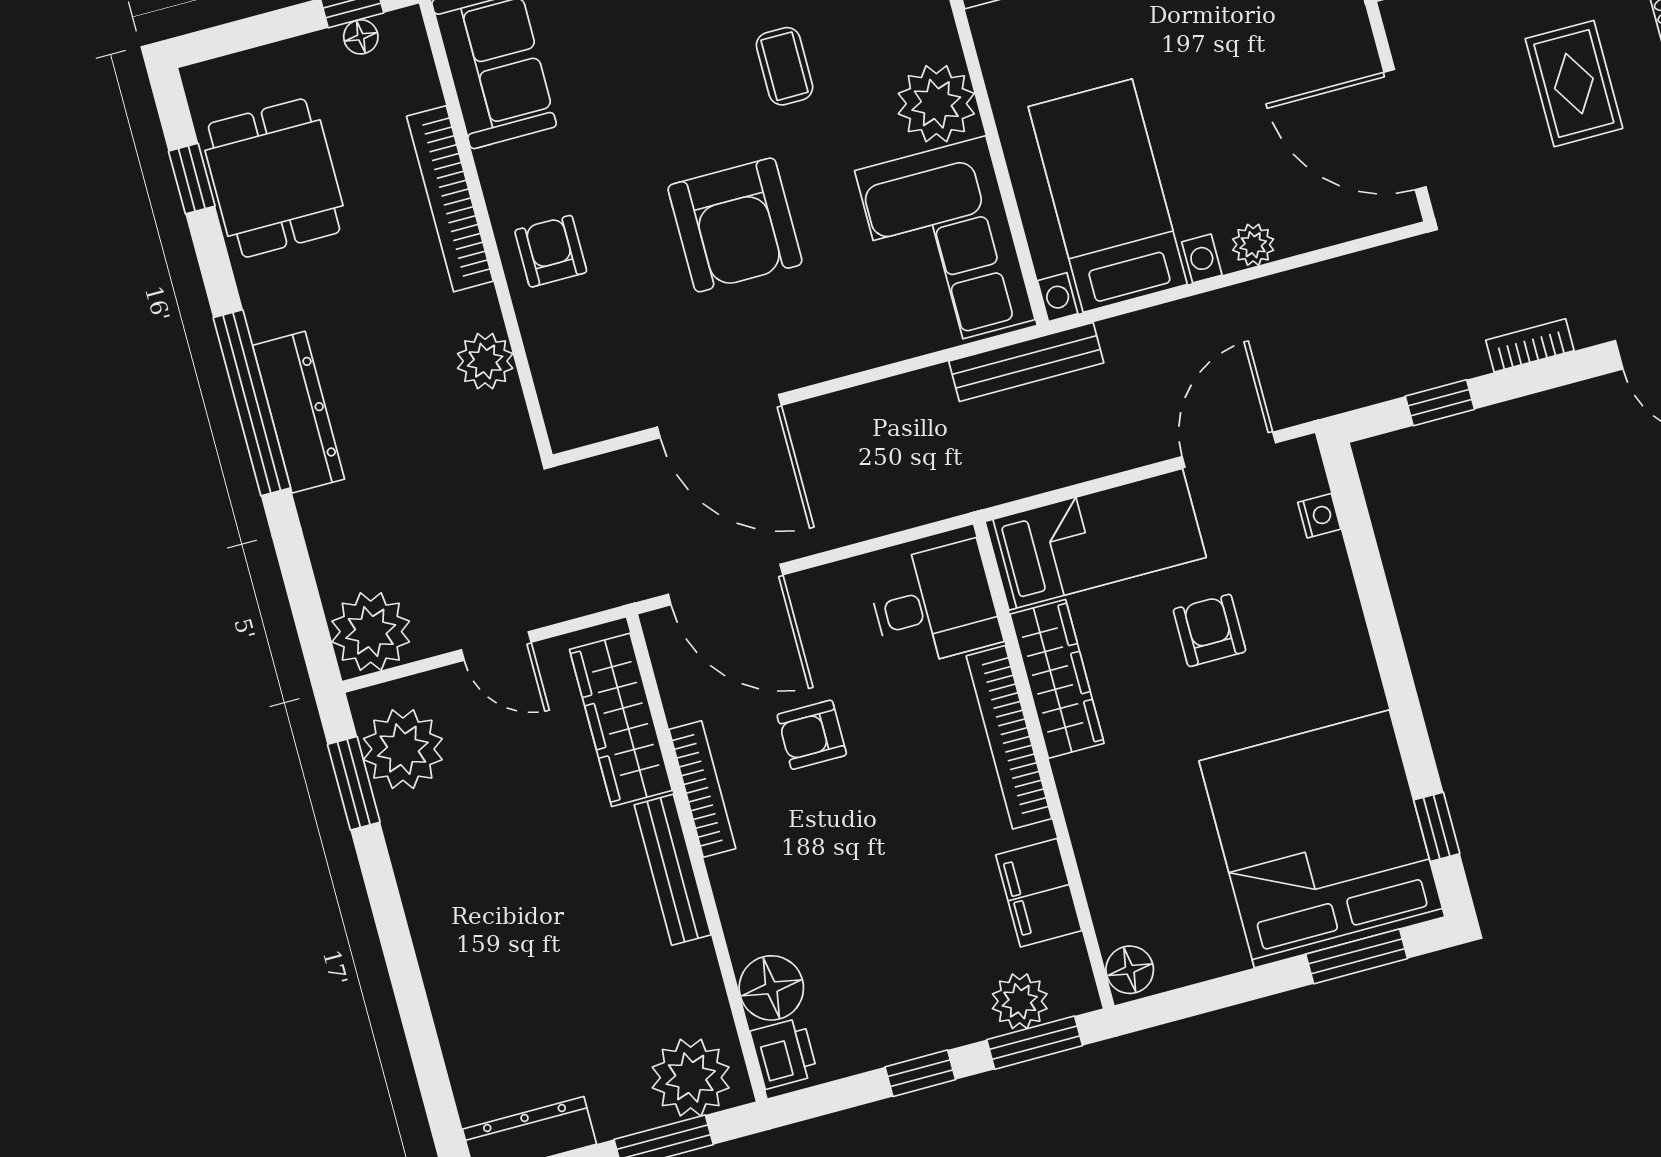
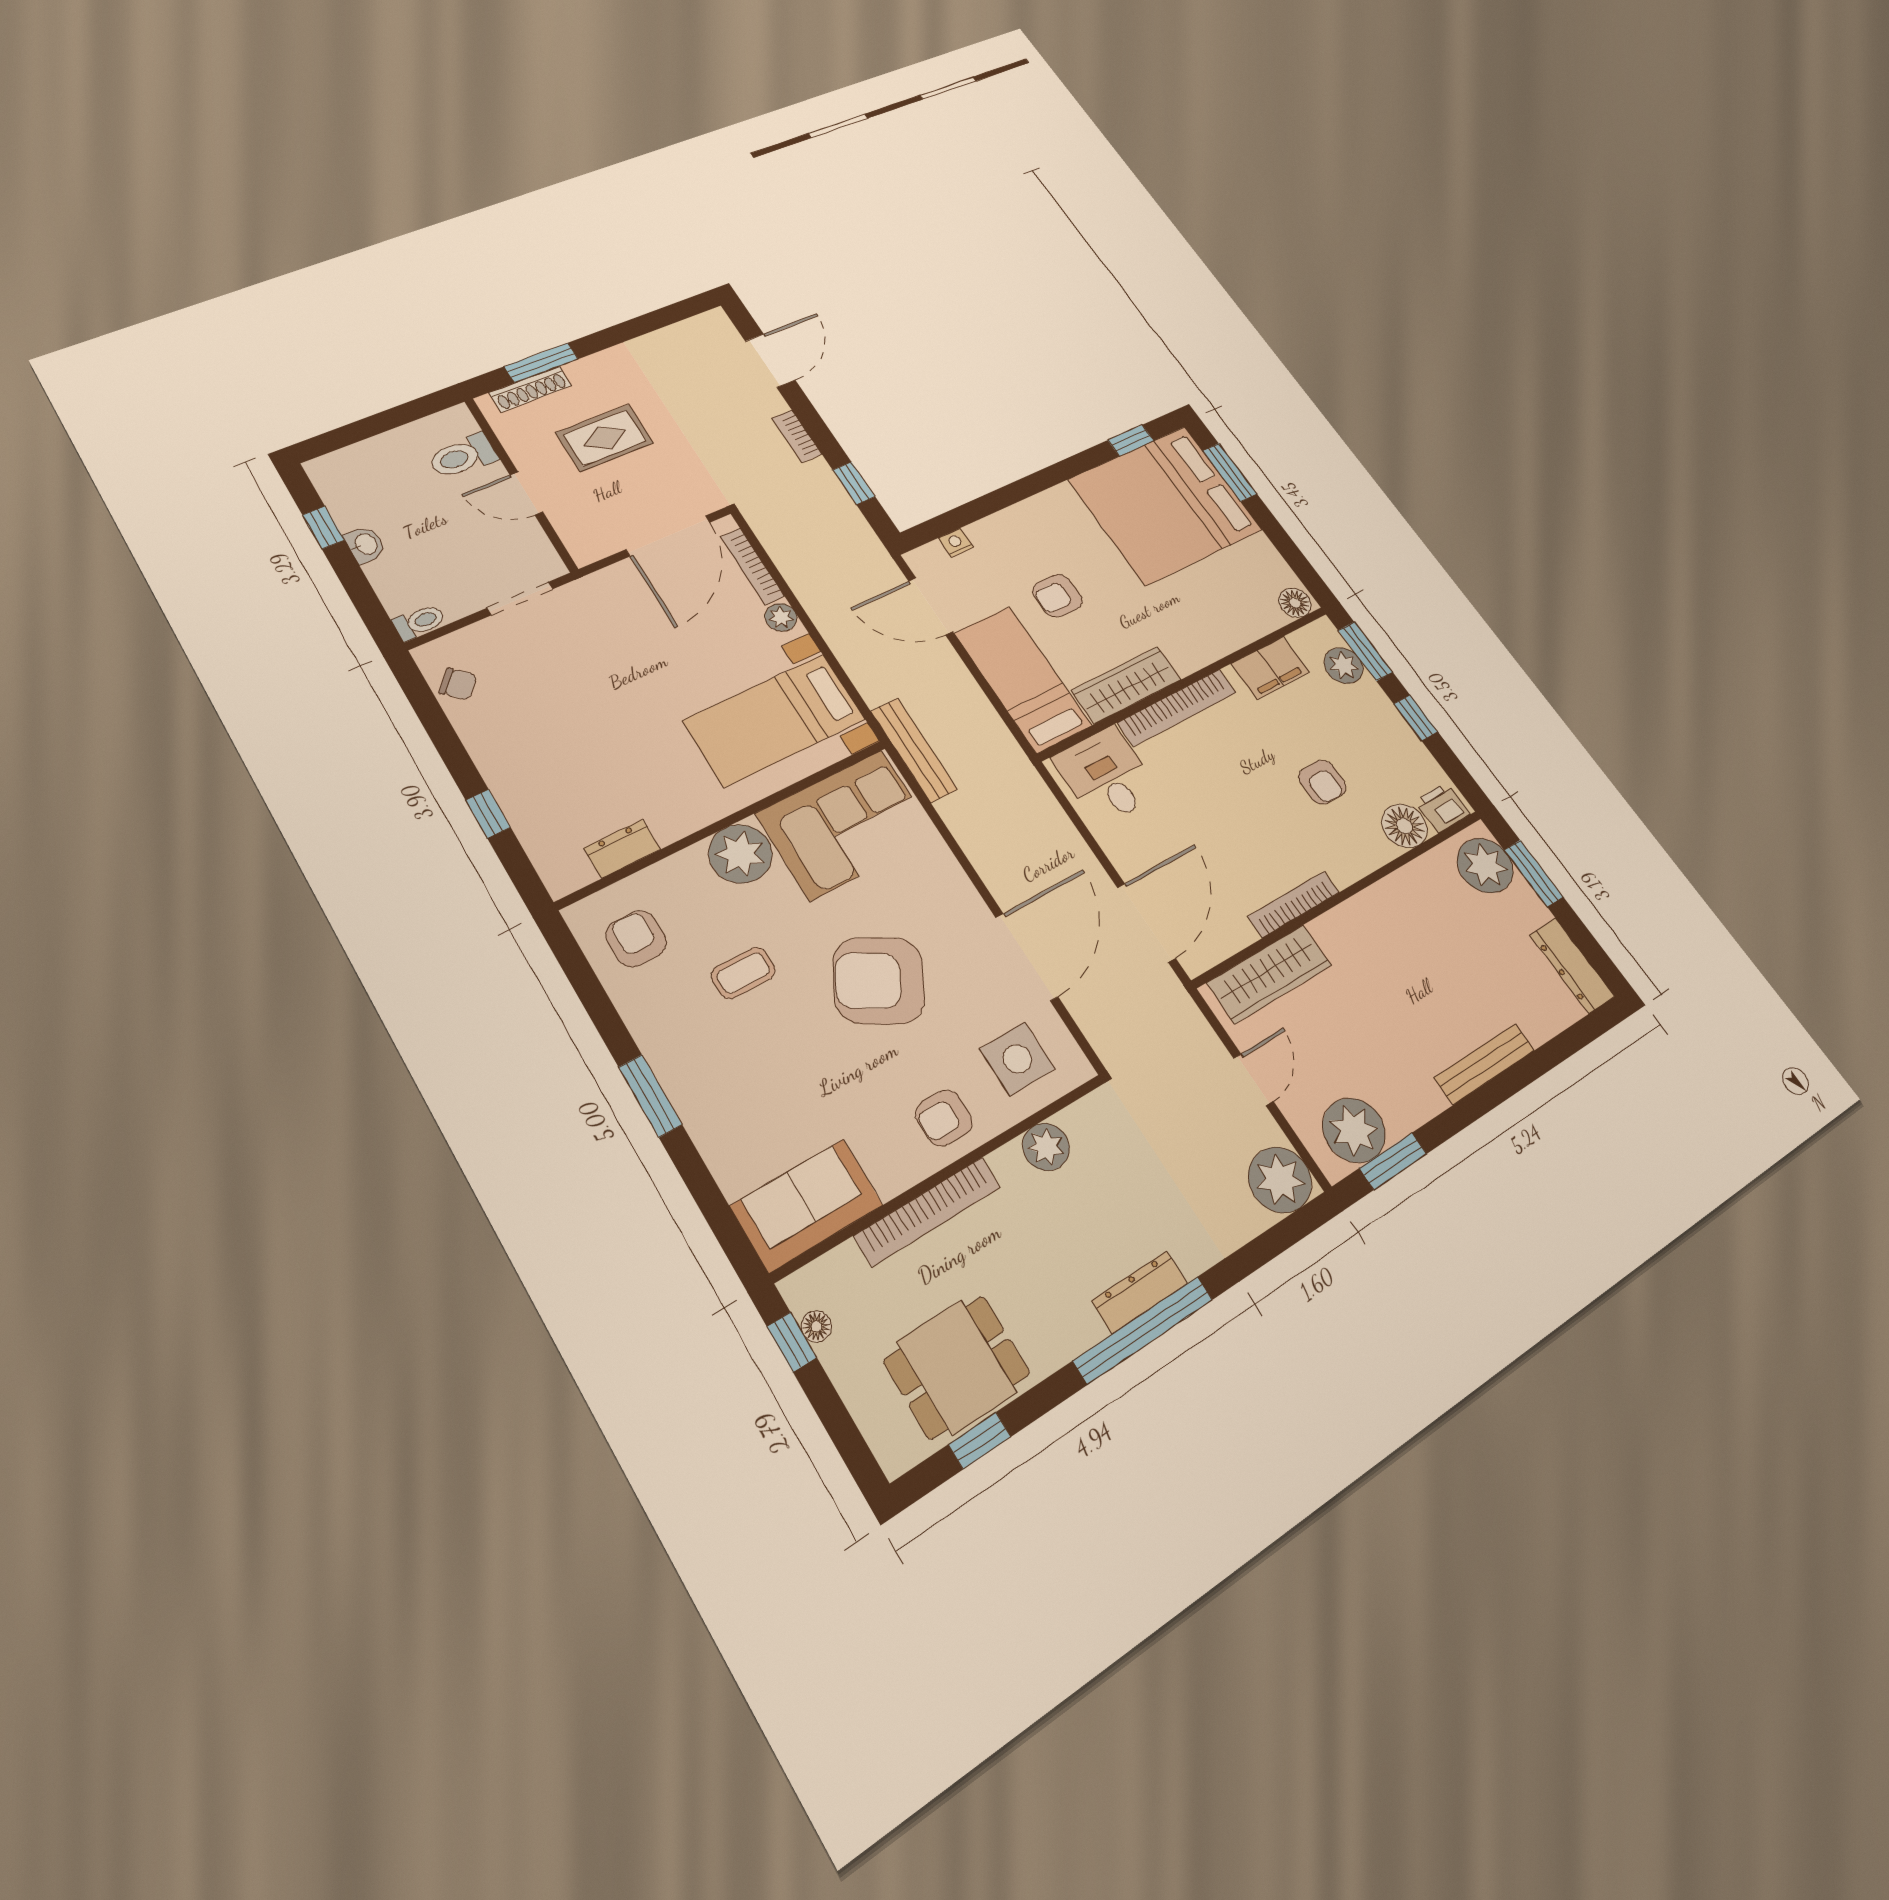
armchair: (735, 225) -> (879, 981), turned -151
bookcase: (1337, 228) -> (753, 566), added
side table: (597, 362) -> (1017, 1059), added
dresser: (299, 412) -> (1140, 1292), width x0.73, depth x0.80
armchair: (812, 735) -> (1322, 782), moved
bench: (673, 870) -> (1484, 1064), moved

